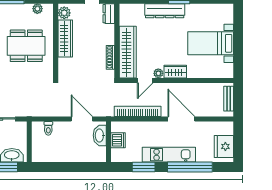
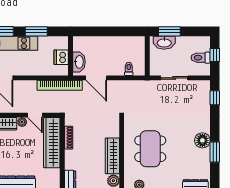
dining table: (26, 46) -> (150, 149), turned 90
door: (145, 81) -> (35, 115), swing flipped
bookcase: (138, 111) -> (60, 85), moved

